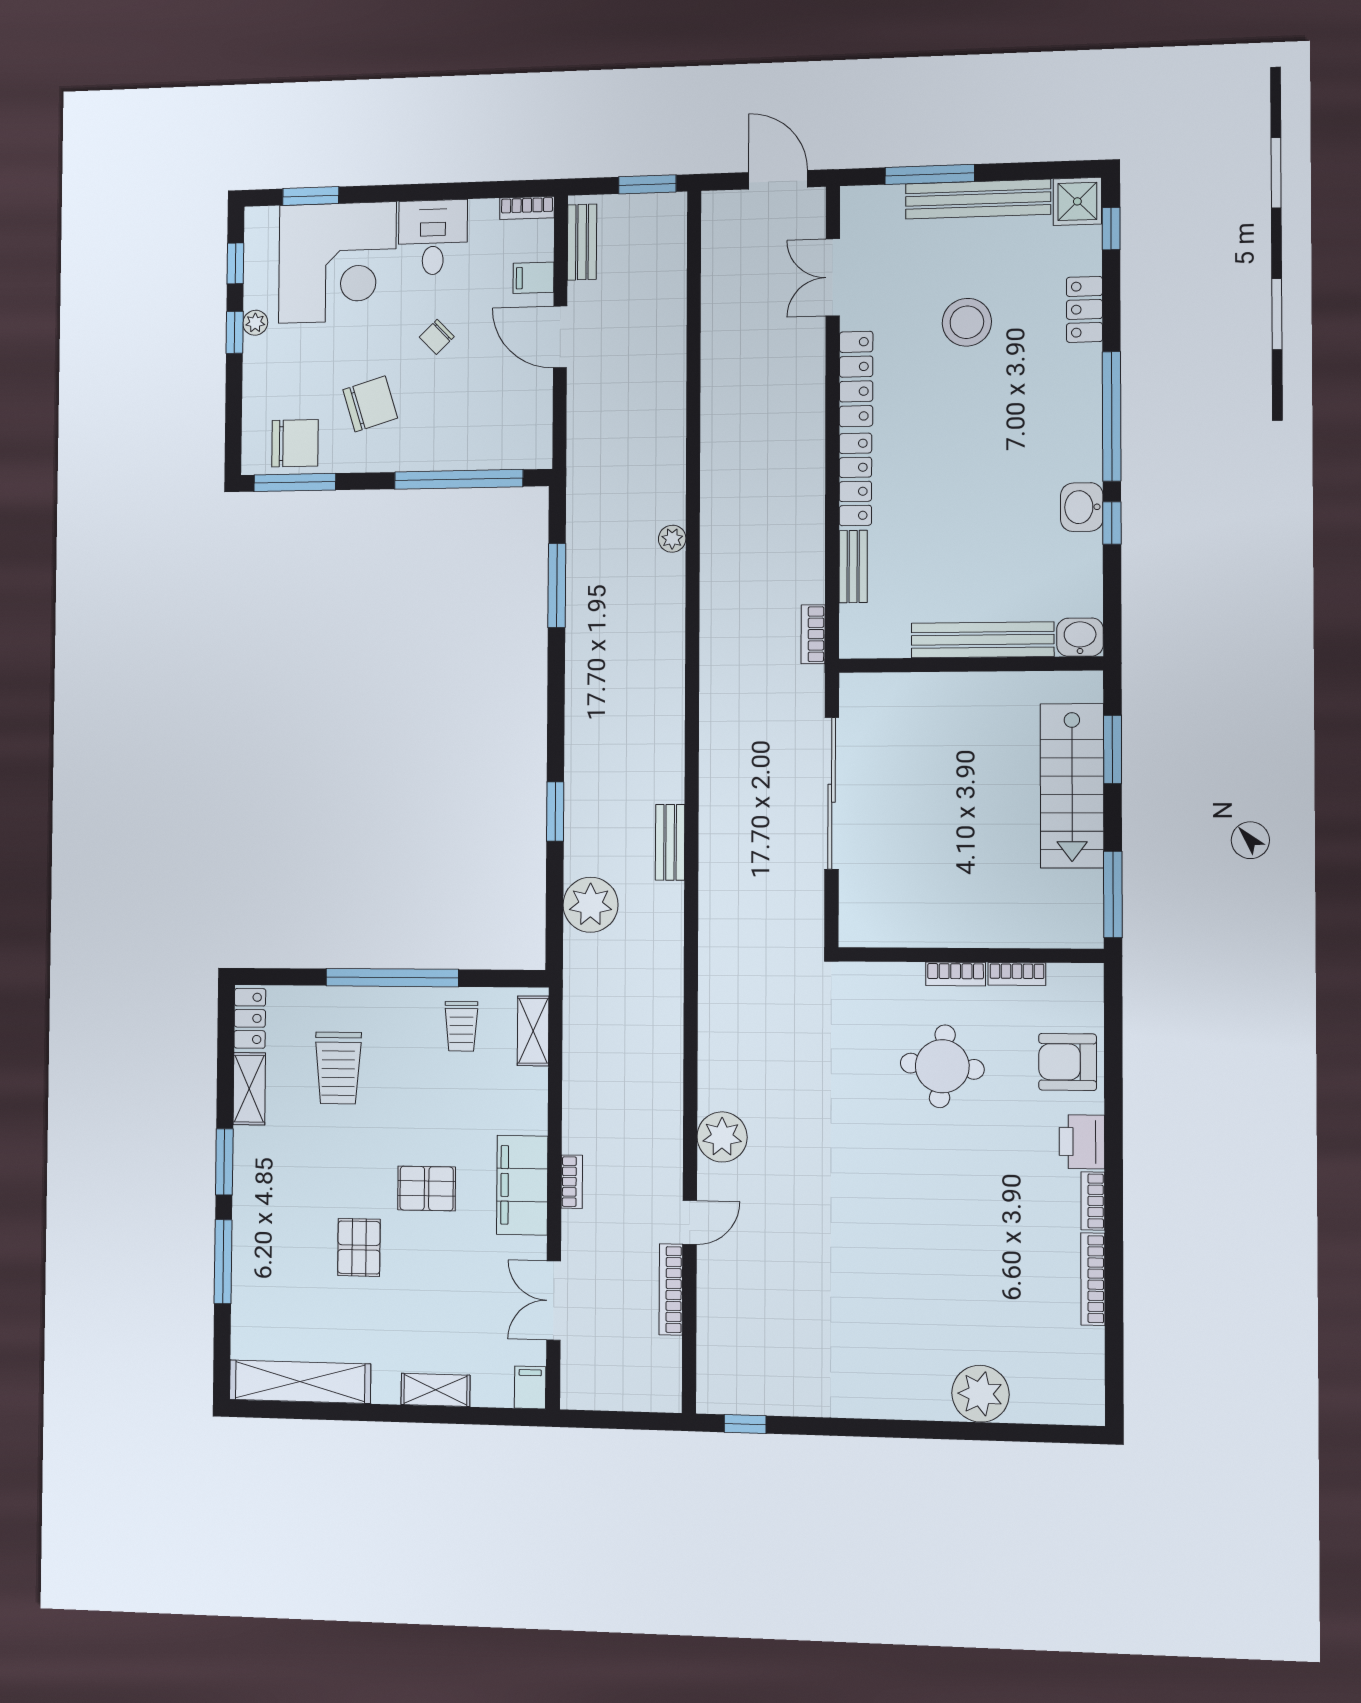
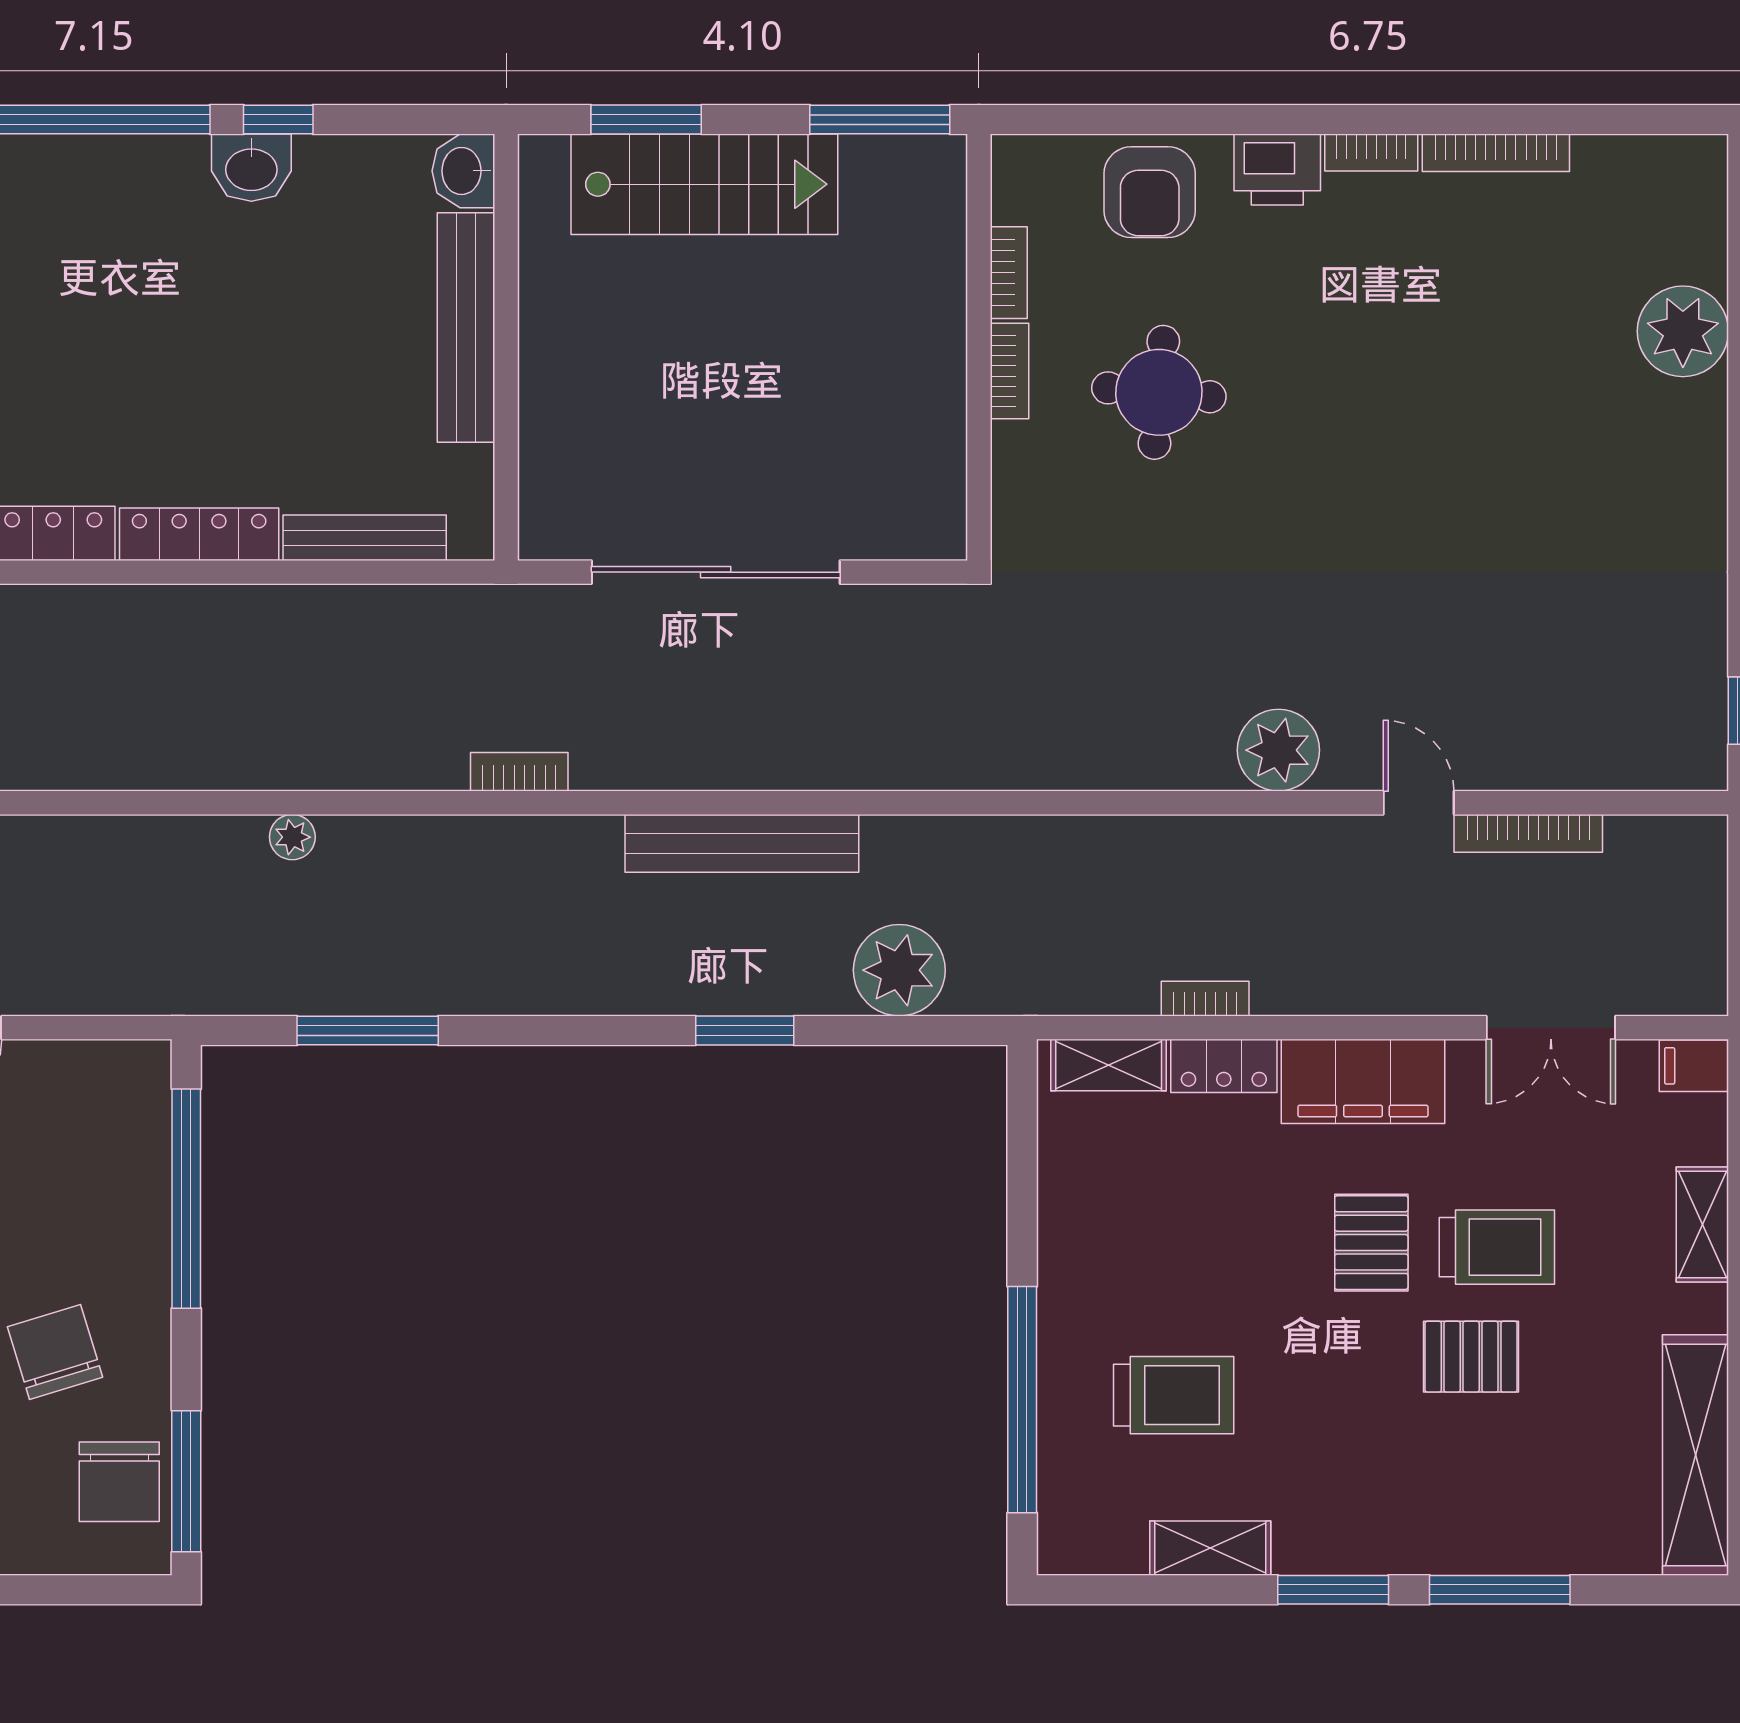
chair: (295, 443) -> (119, 1482), turned 180
bench: (853, 567) -> (365, 538), width x1.36
bookcase: (813, 634) -> (519, 772), moved, turned 180
bench: (670, 842) -> (742, 843), width x1.86, depth x1.21
window: (392, 978) -> (1022, 1400), moved
locker: (250, 1018) -> (1224, 1066), moved, turned 180
trolley: (461, 1026) -> (1497, 1247), moved, width x1.36, depth x1.39
bookcase: (572, 1182) -> (1205, 999), moved

